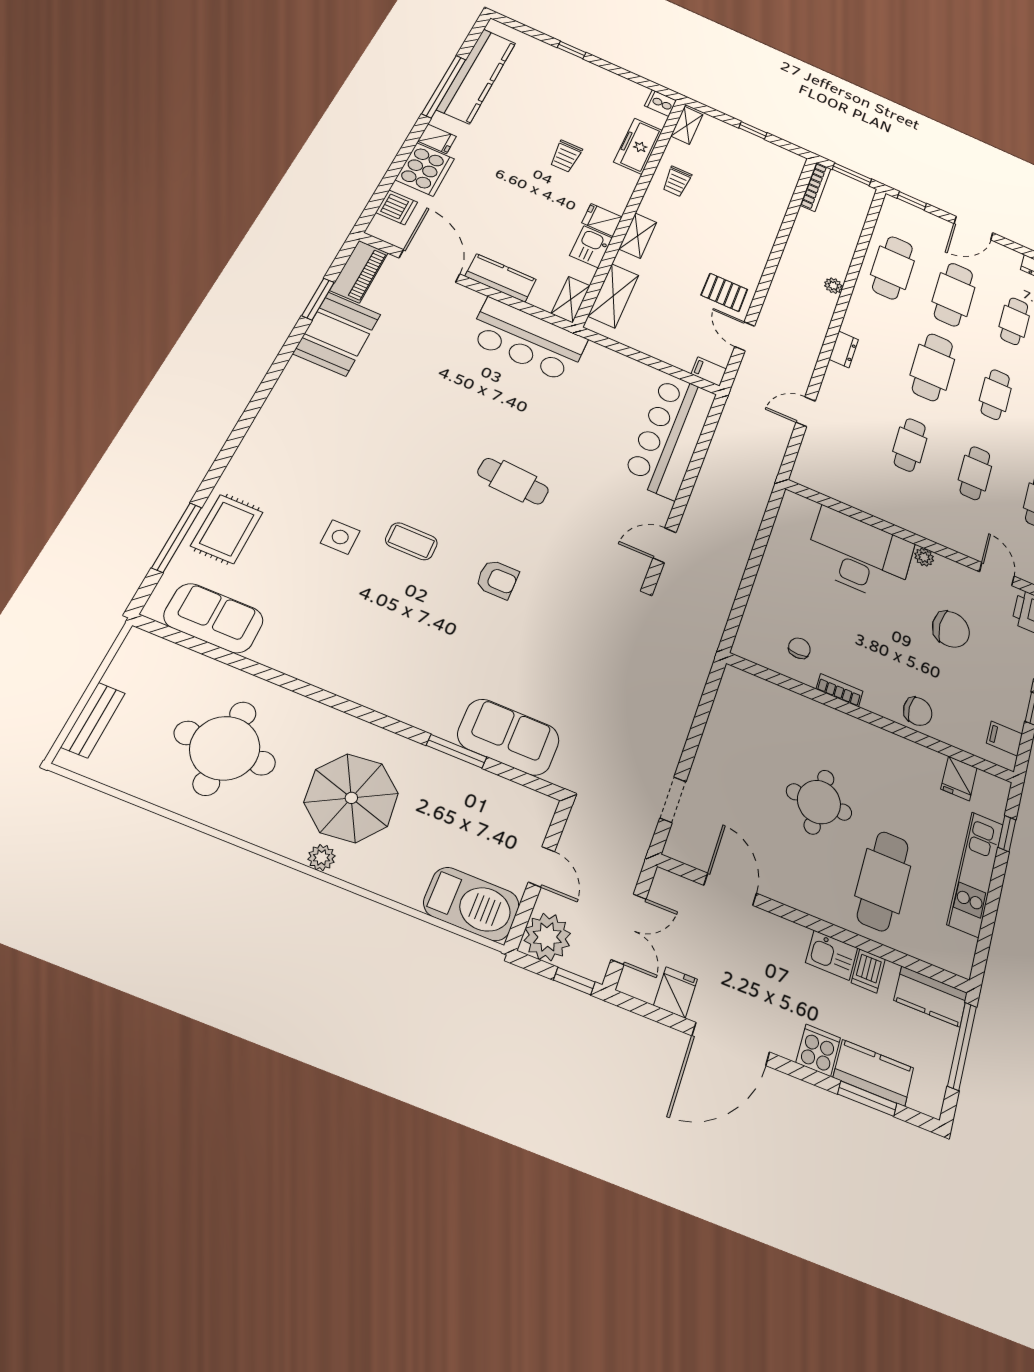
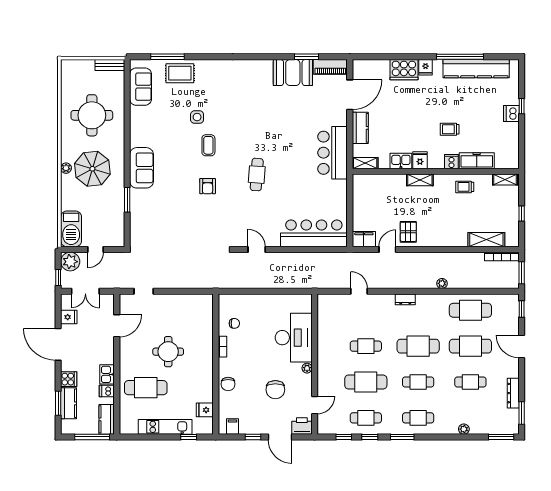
cooker: (661, 103) -> (451, 162), moved
dishwasher: (397, 207) -> (511, 113), moved, turned 90
shelving: (613, 296) -> (486, 240), moved
filing cabinet: (709, 371) -> (364, 239), width x2.00
cafe table: (975, 473) -> (366, 382), width x1.37, depth x1.35
bench: (93, 720) -> (110, 65), moved
sofa: (508, 737) -> (142, 168), moved

